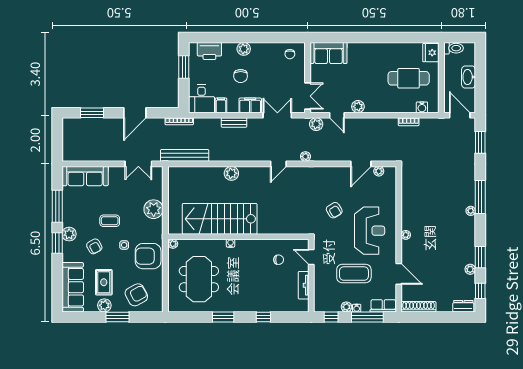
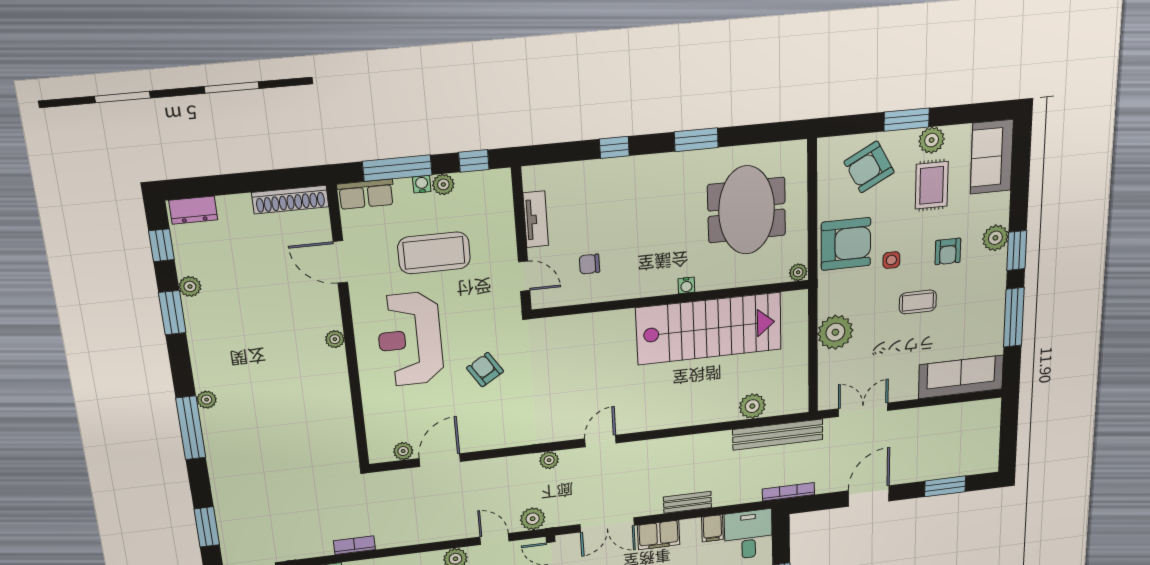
plant: (231, 173) -> (752, 406), moved
plant: (69, 234) -> (995, 238), moved
armchair: (94, 246) -> (948, 251), turned -151
sofa: (73, 287) -> (992, 157), width x0.73

